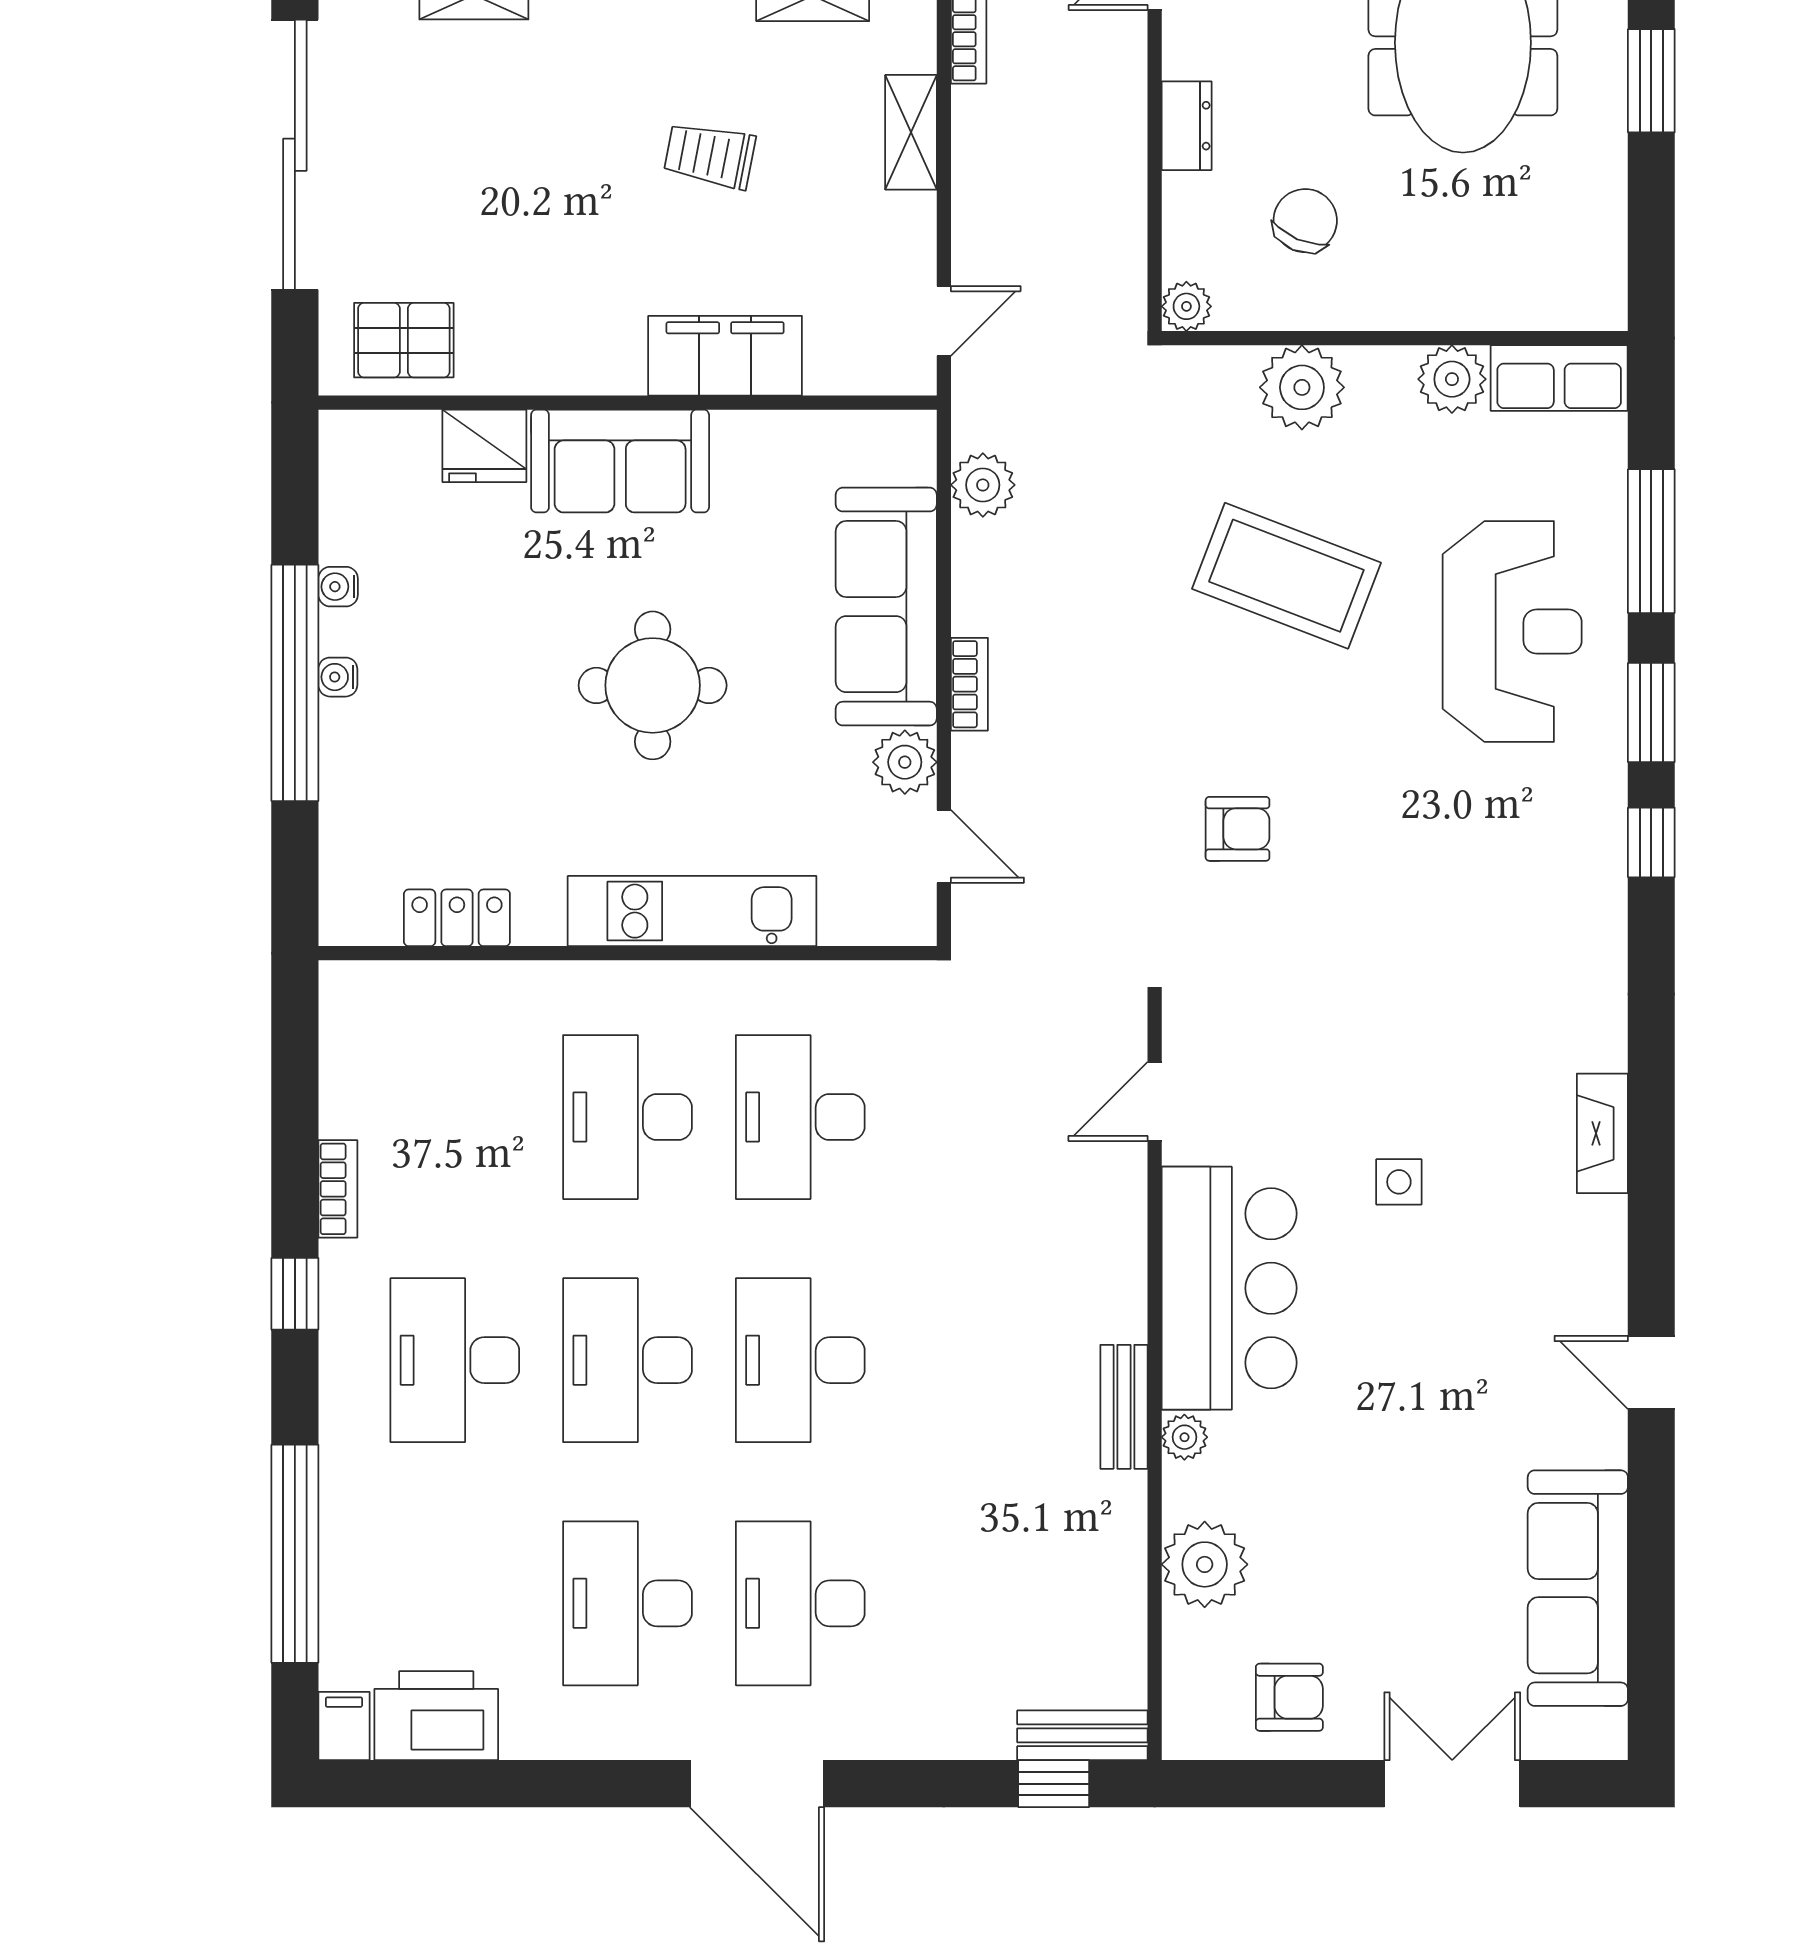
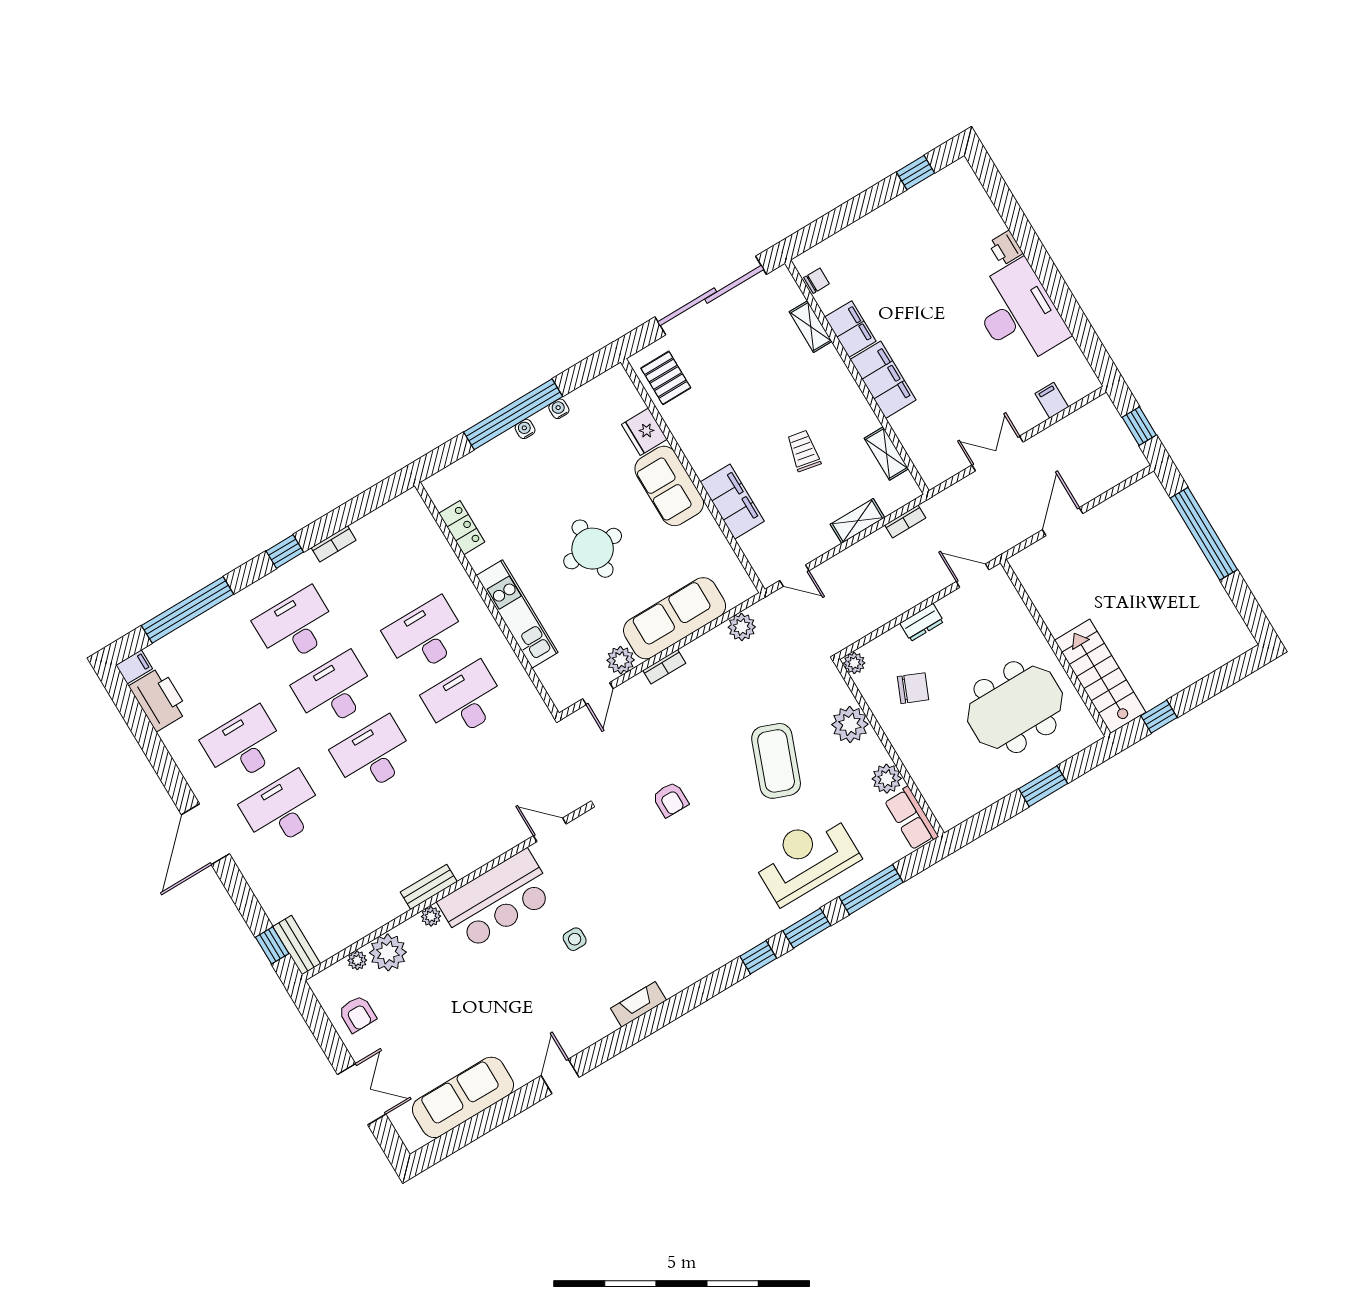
reception desk: (1512, 632) -> (806, 858), turned 180
plant: (1184, 1634) -> (357, 960), added

